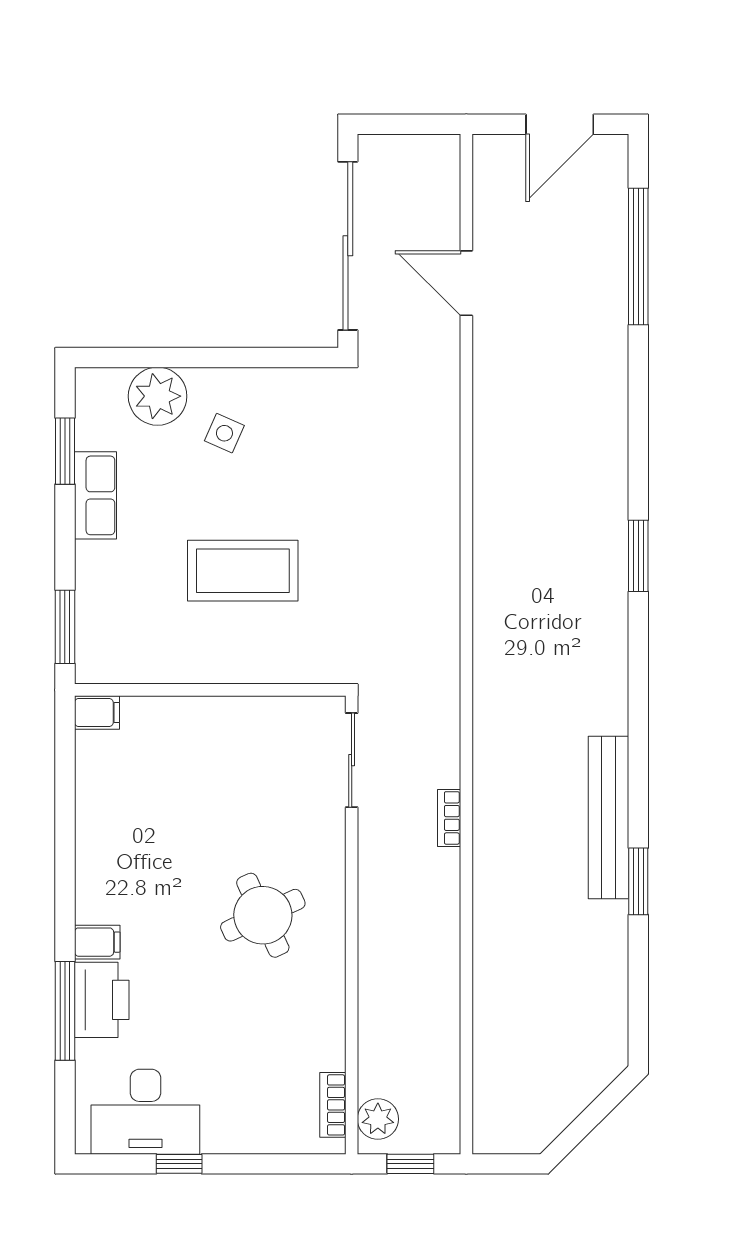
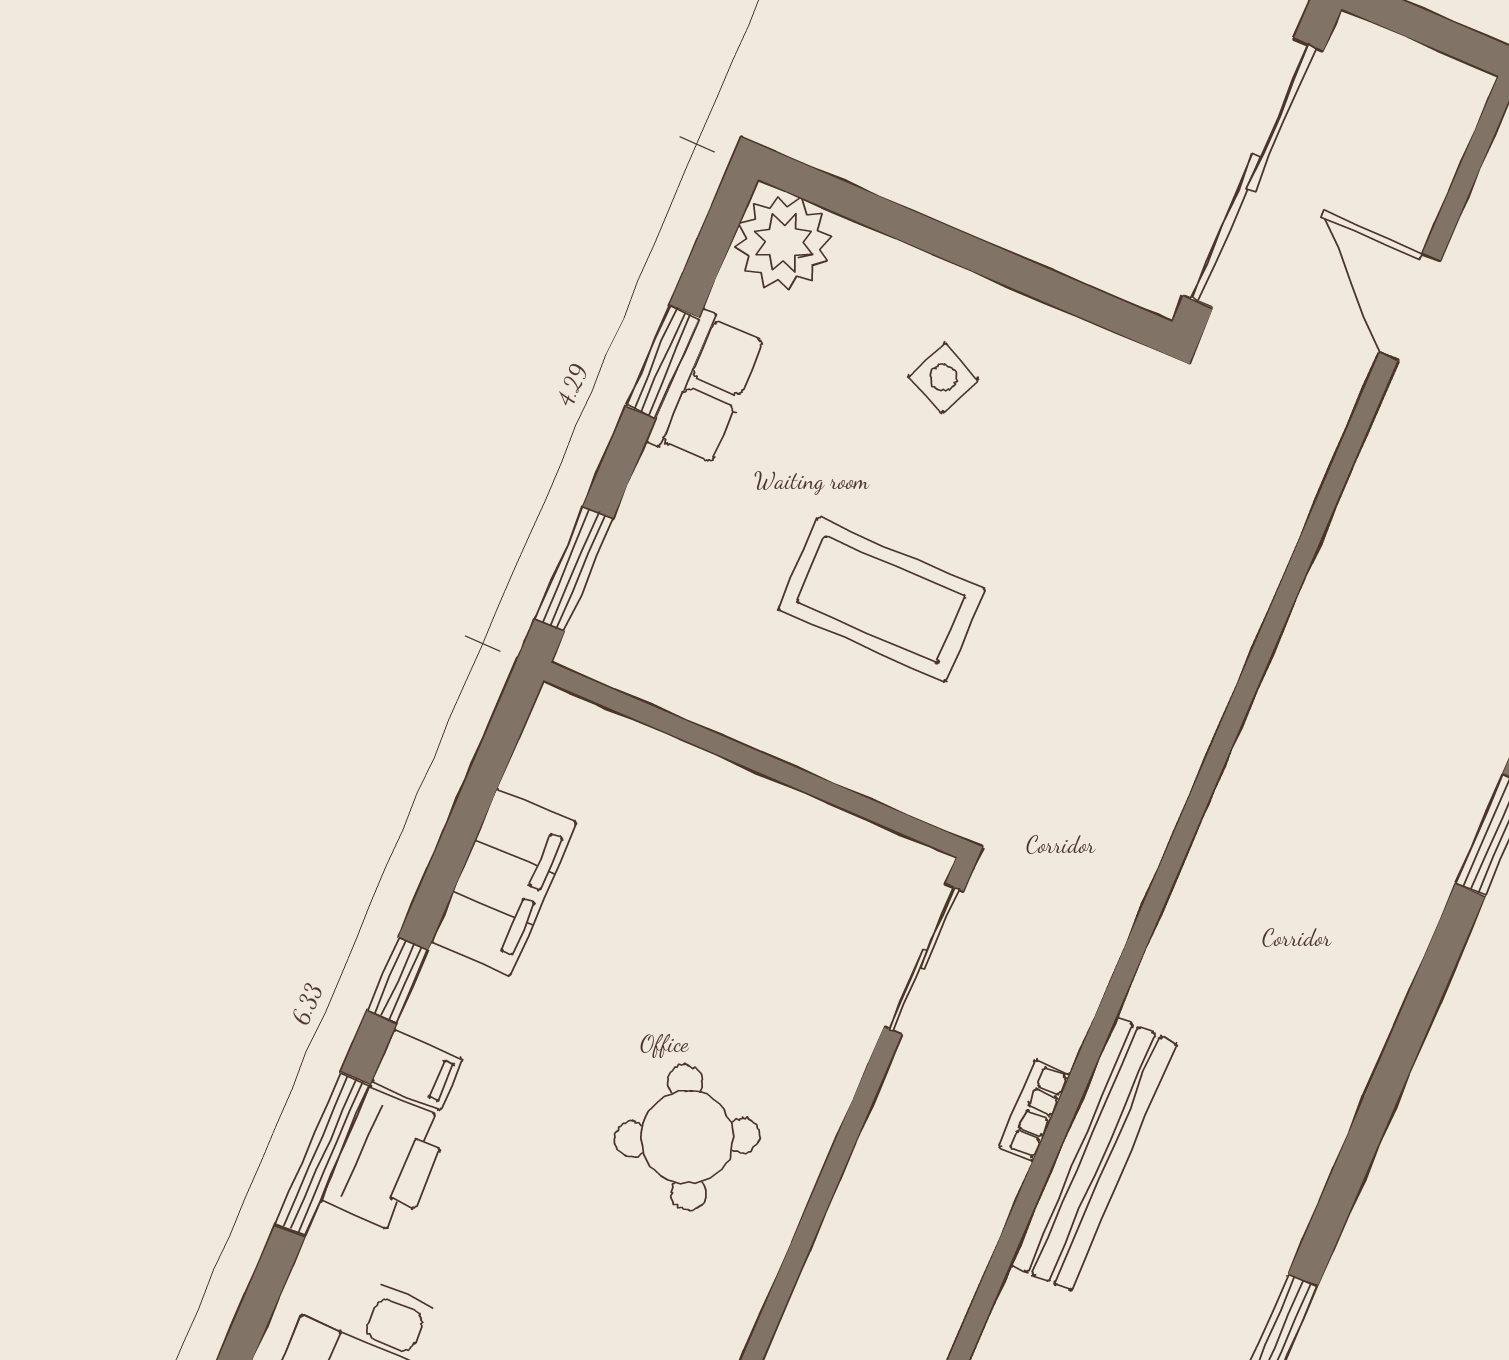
plant: (158, 396) -> (783, 243), moved
window: (65, 451) -> (662, 362), moved
filing cabinet: (97, 713) -> (504, 882), moved, width x3.00, depth x1.17
bench: (609, 818) -> (1094, 1154), moved
window: (65, 897) -> (397, 980), added

